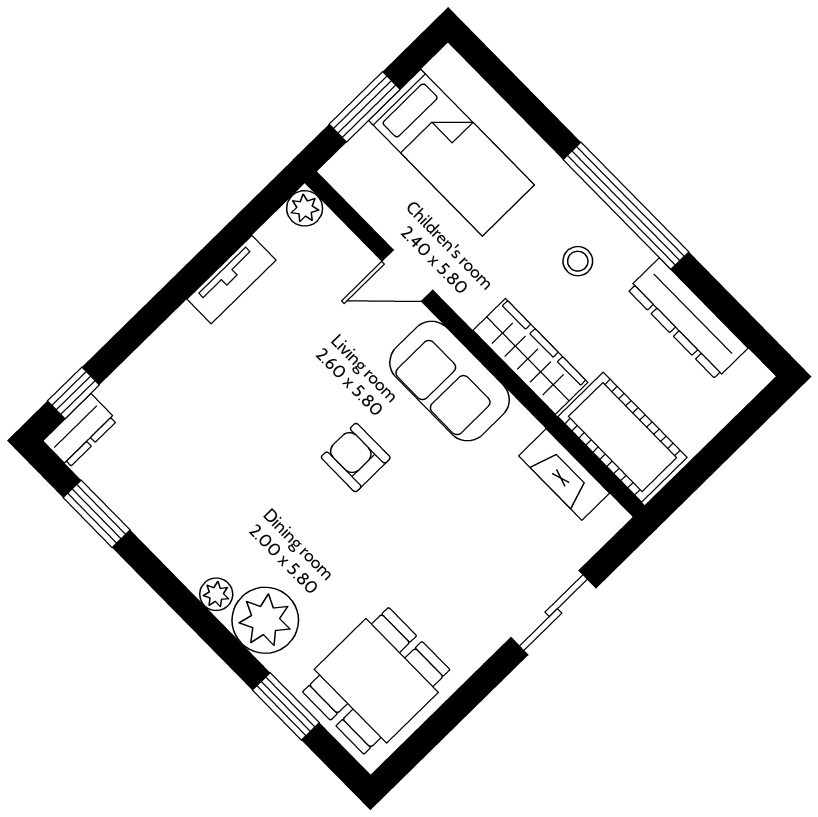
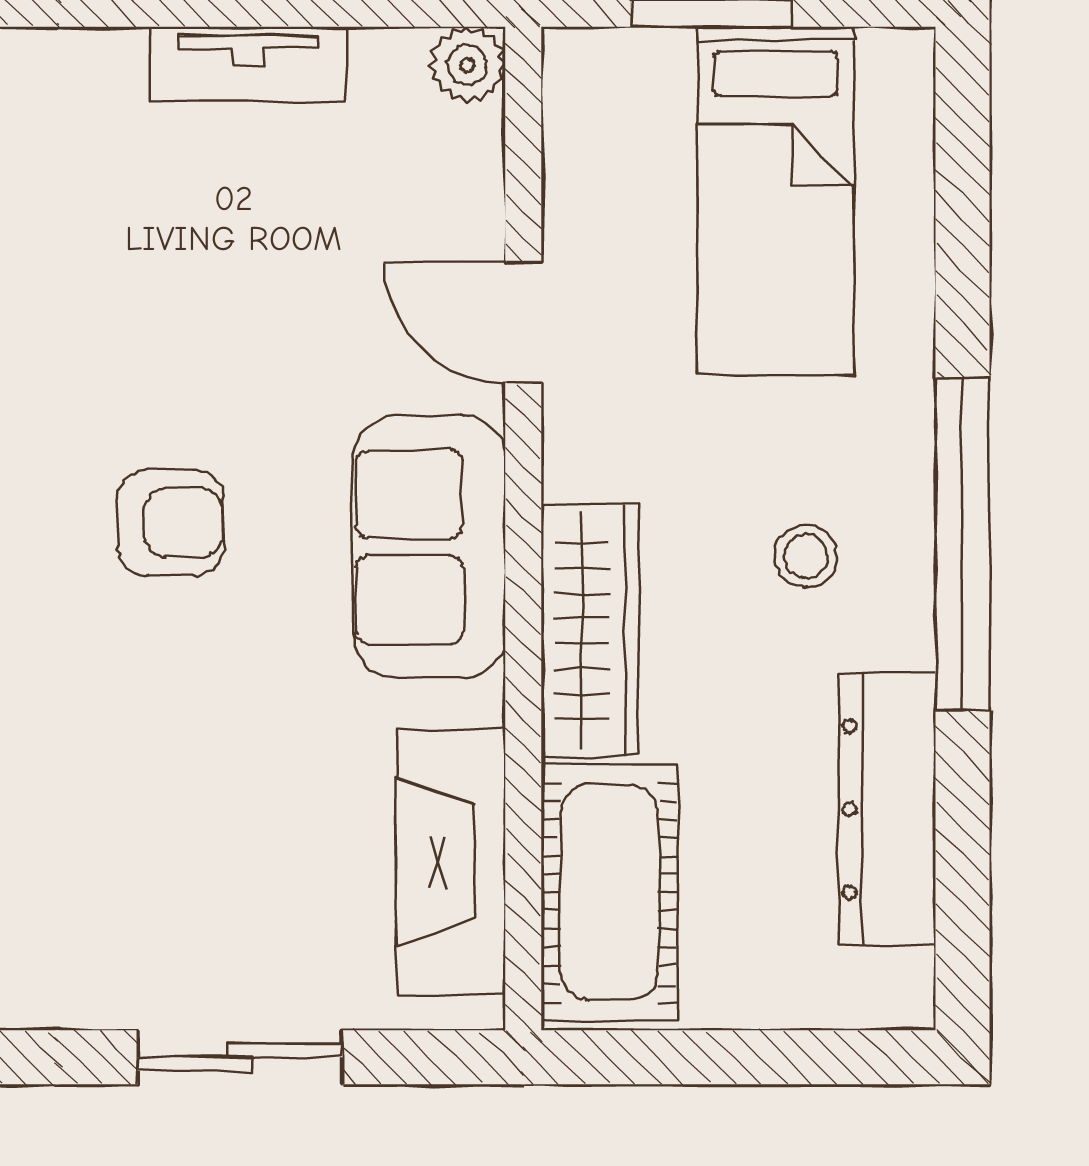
armchair: (356, 458) -> (171, 523), turned 90
fireplace: (564, 474) -> (451, 862), width x1.37, depth x1.32

